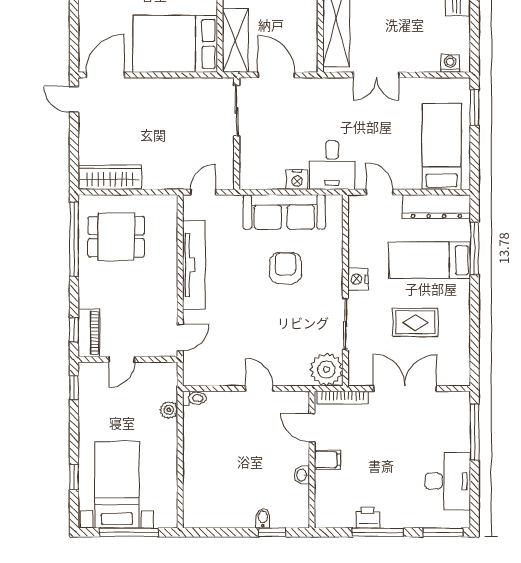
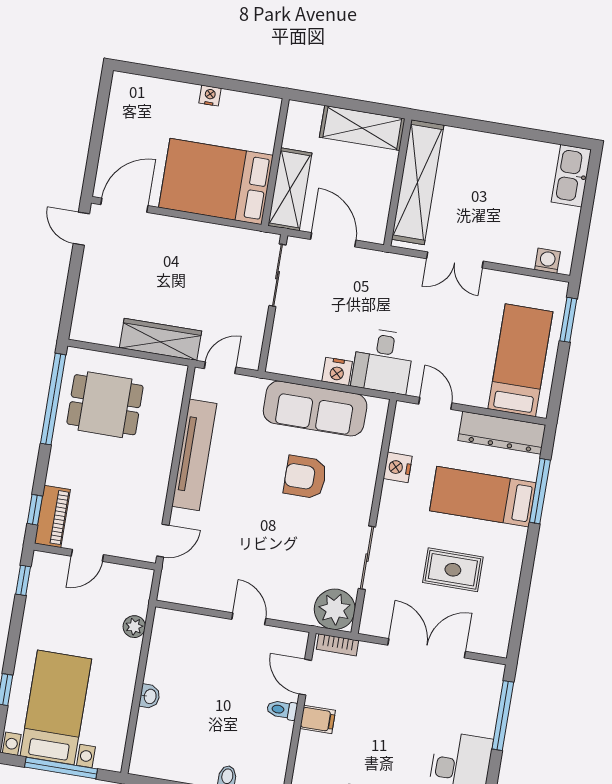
wardrobe: (110, 177) -> (160, 339), moved
armchair: (285, 268) -> (305, 477), turned -90
nightstand: (358, 279) -> (398, 467), moved
toilet: (194, 398) -> (282, 710), moved, turned 180
bookcase: (343, 398) -> (338, 645), width x0.64
washbasin: (302, 475) -> (150, 696), moved, turned 180

